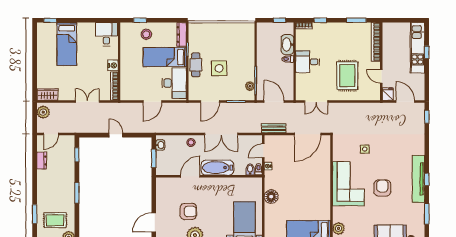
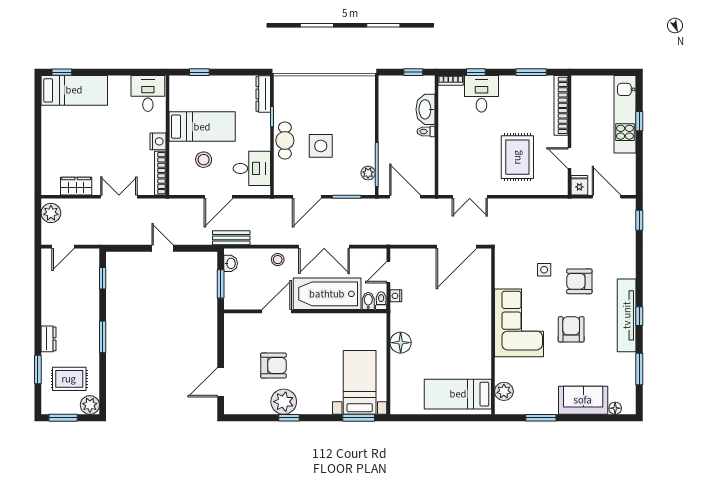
stool: (146, 34) -> (204, 160), moved
bed: (67, 44) -> (74, 90), moved, turned -90
bed: (165, 57) -> (202, 127), moved, turned 180
desk: (308, 62) -> (482, 94), moved, turned 90
desk: (174, 83) -> (252, 168), width x0.73
wardrobe: (48, 95) -> (76, 186), moved
bench: (274, 128) -> (231, 238), moved
armchair: (388, 157) -> (579, 281), added
dresser: (42, 161) -> (48, 339), moved
bathtub: (217, 168) -> (327, 294), width x1.36, depth x1.36

